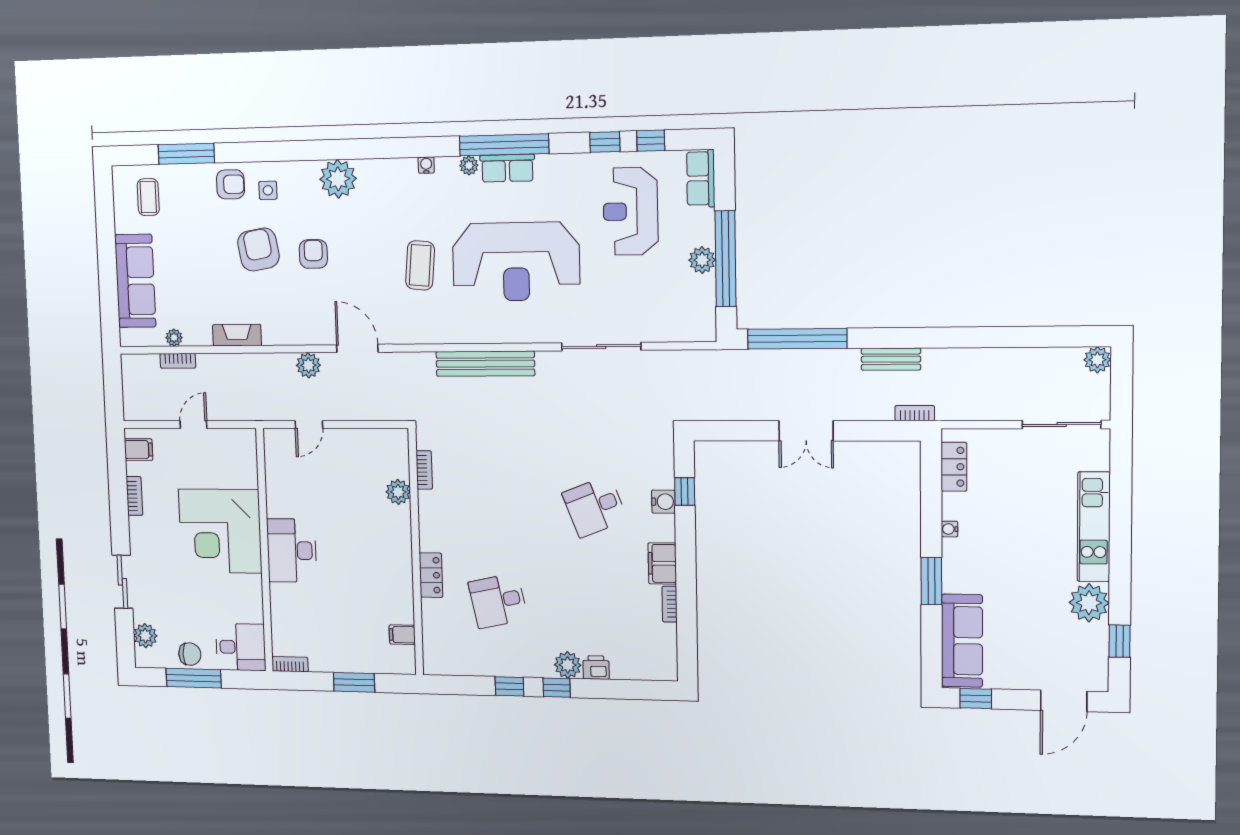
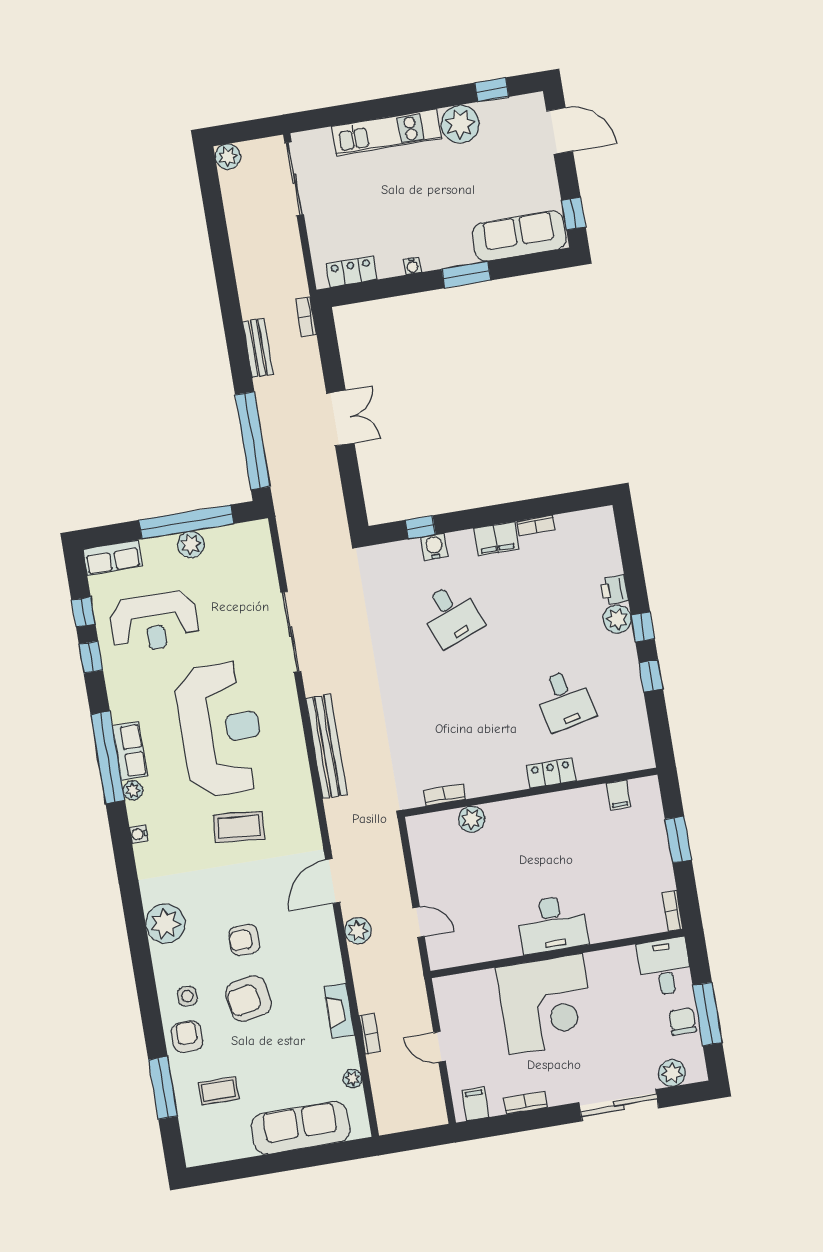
coffee table: (148, 197) -> (219, 1091), moved
bookcase: (178, 361) -> (370, 1034), moved
sliding door: (122, 582) -> (619, 1105), width x1.37

